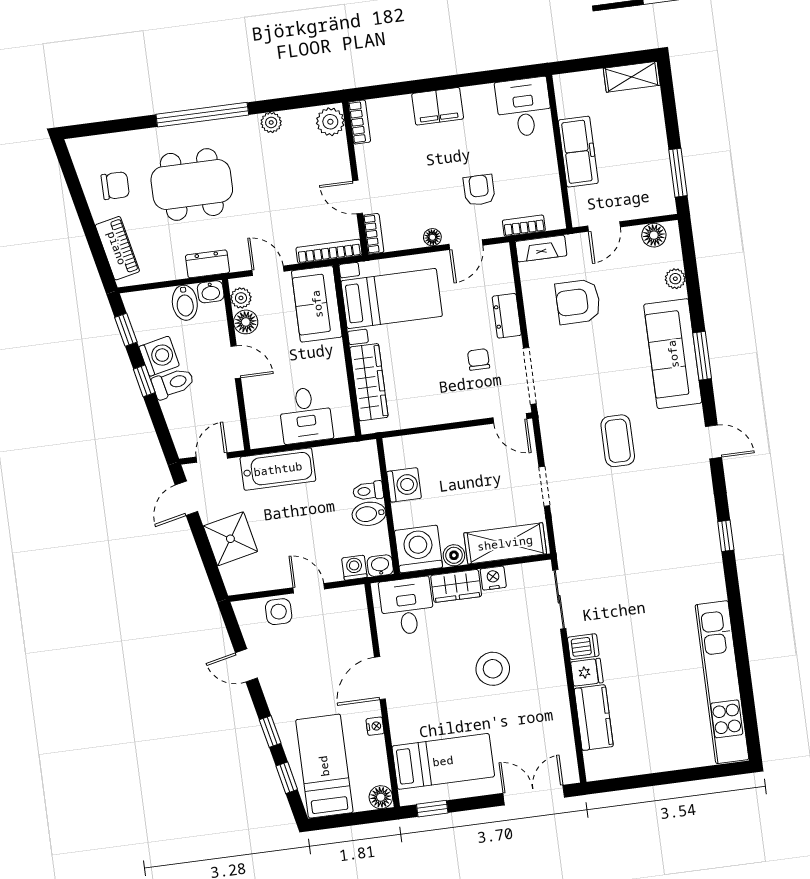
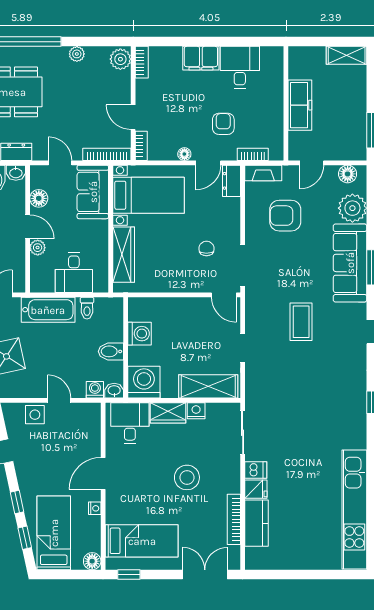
desk: (524, 107) -> (240, 67), moved
plant: (675, 279) -> (352, 208), width x1.87, depth x1.87
plant: (241, 298) -> (38, 248), moved
dresser: (507, 316) -> (231, 181), moved
toilet: (368, 491) -> (87, 308), moved, turned -90
boiler: (454, 555) -> (169, 390), removed
bookcase: (563, 717) -> (234, 519), added

